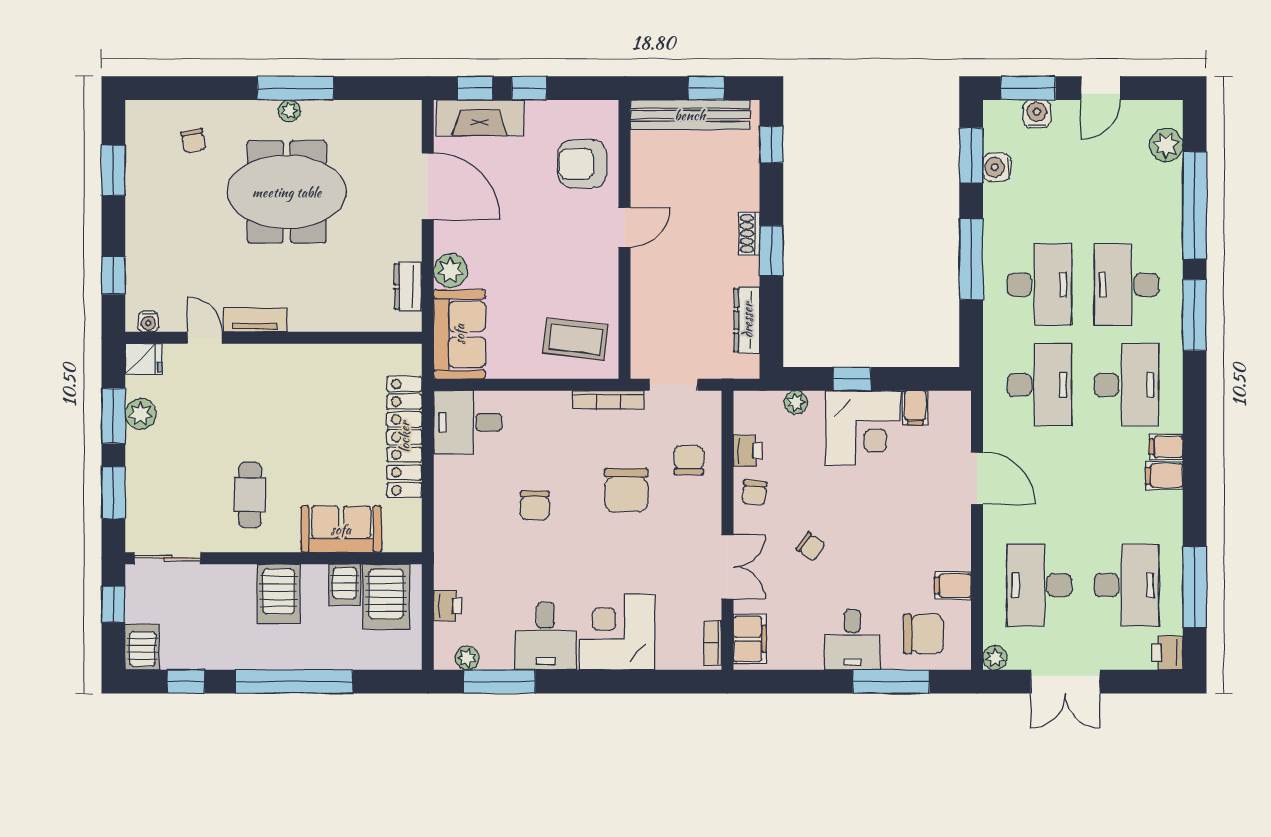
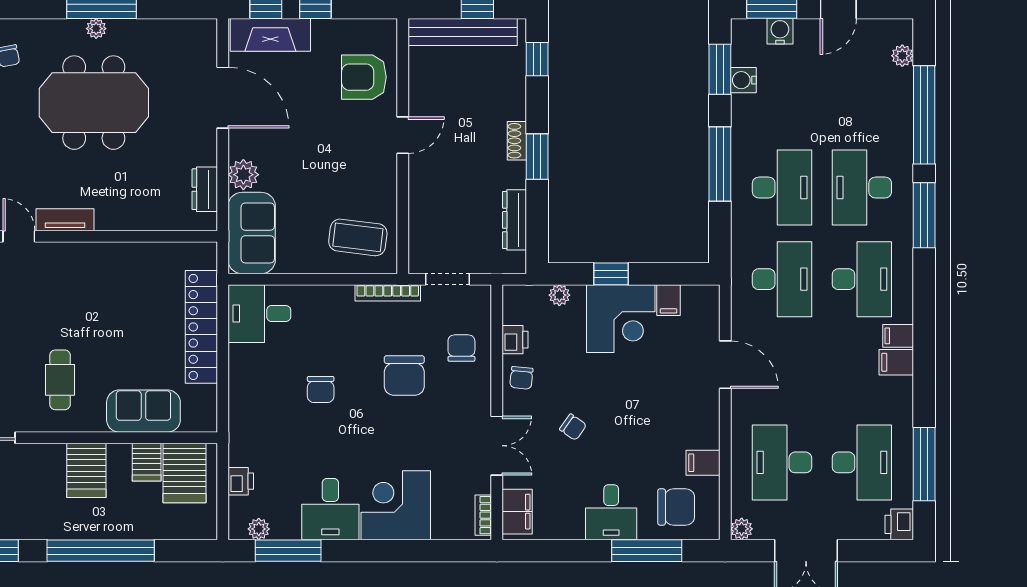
plant: (1166, 145) -> (902, 56), width x0.73, depth x0.73

